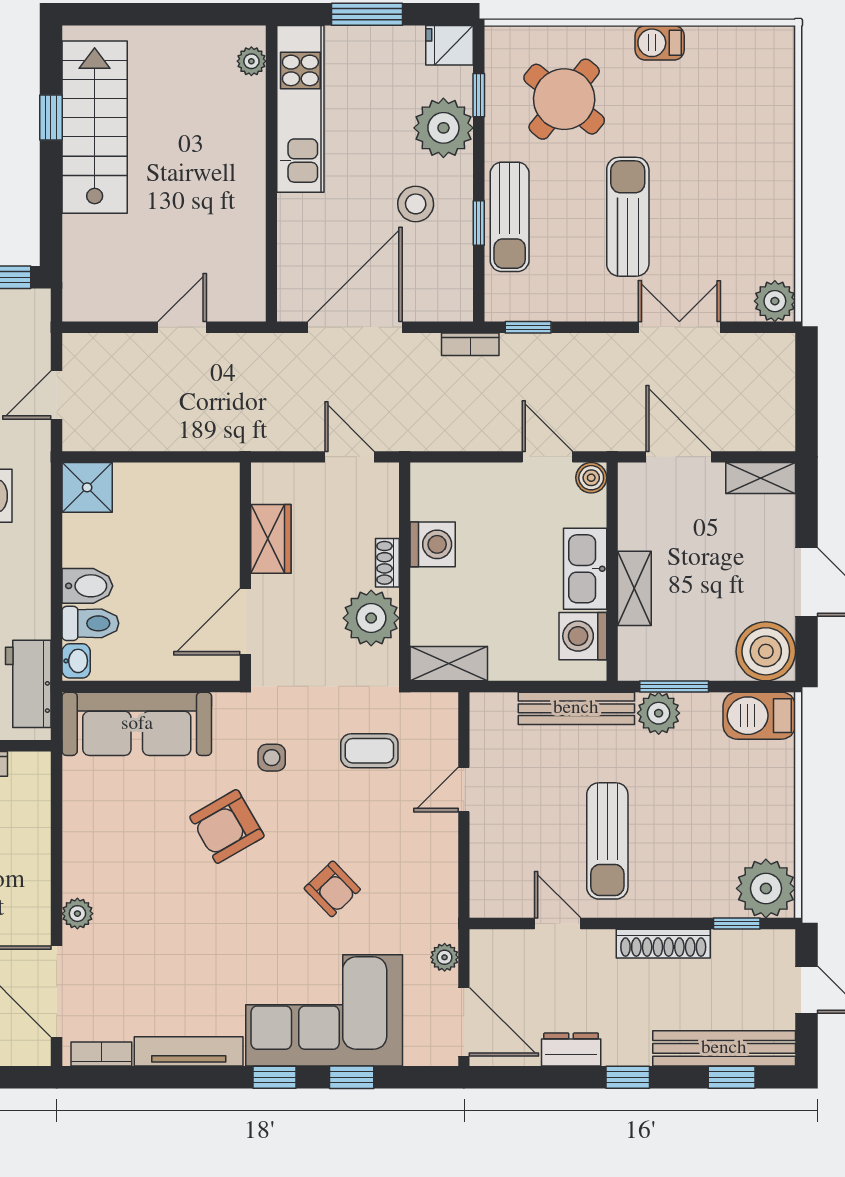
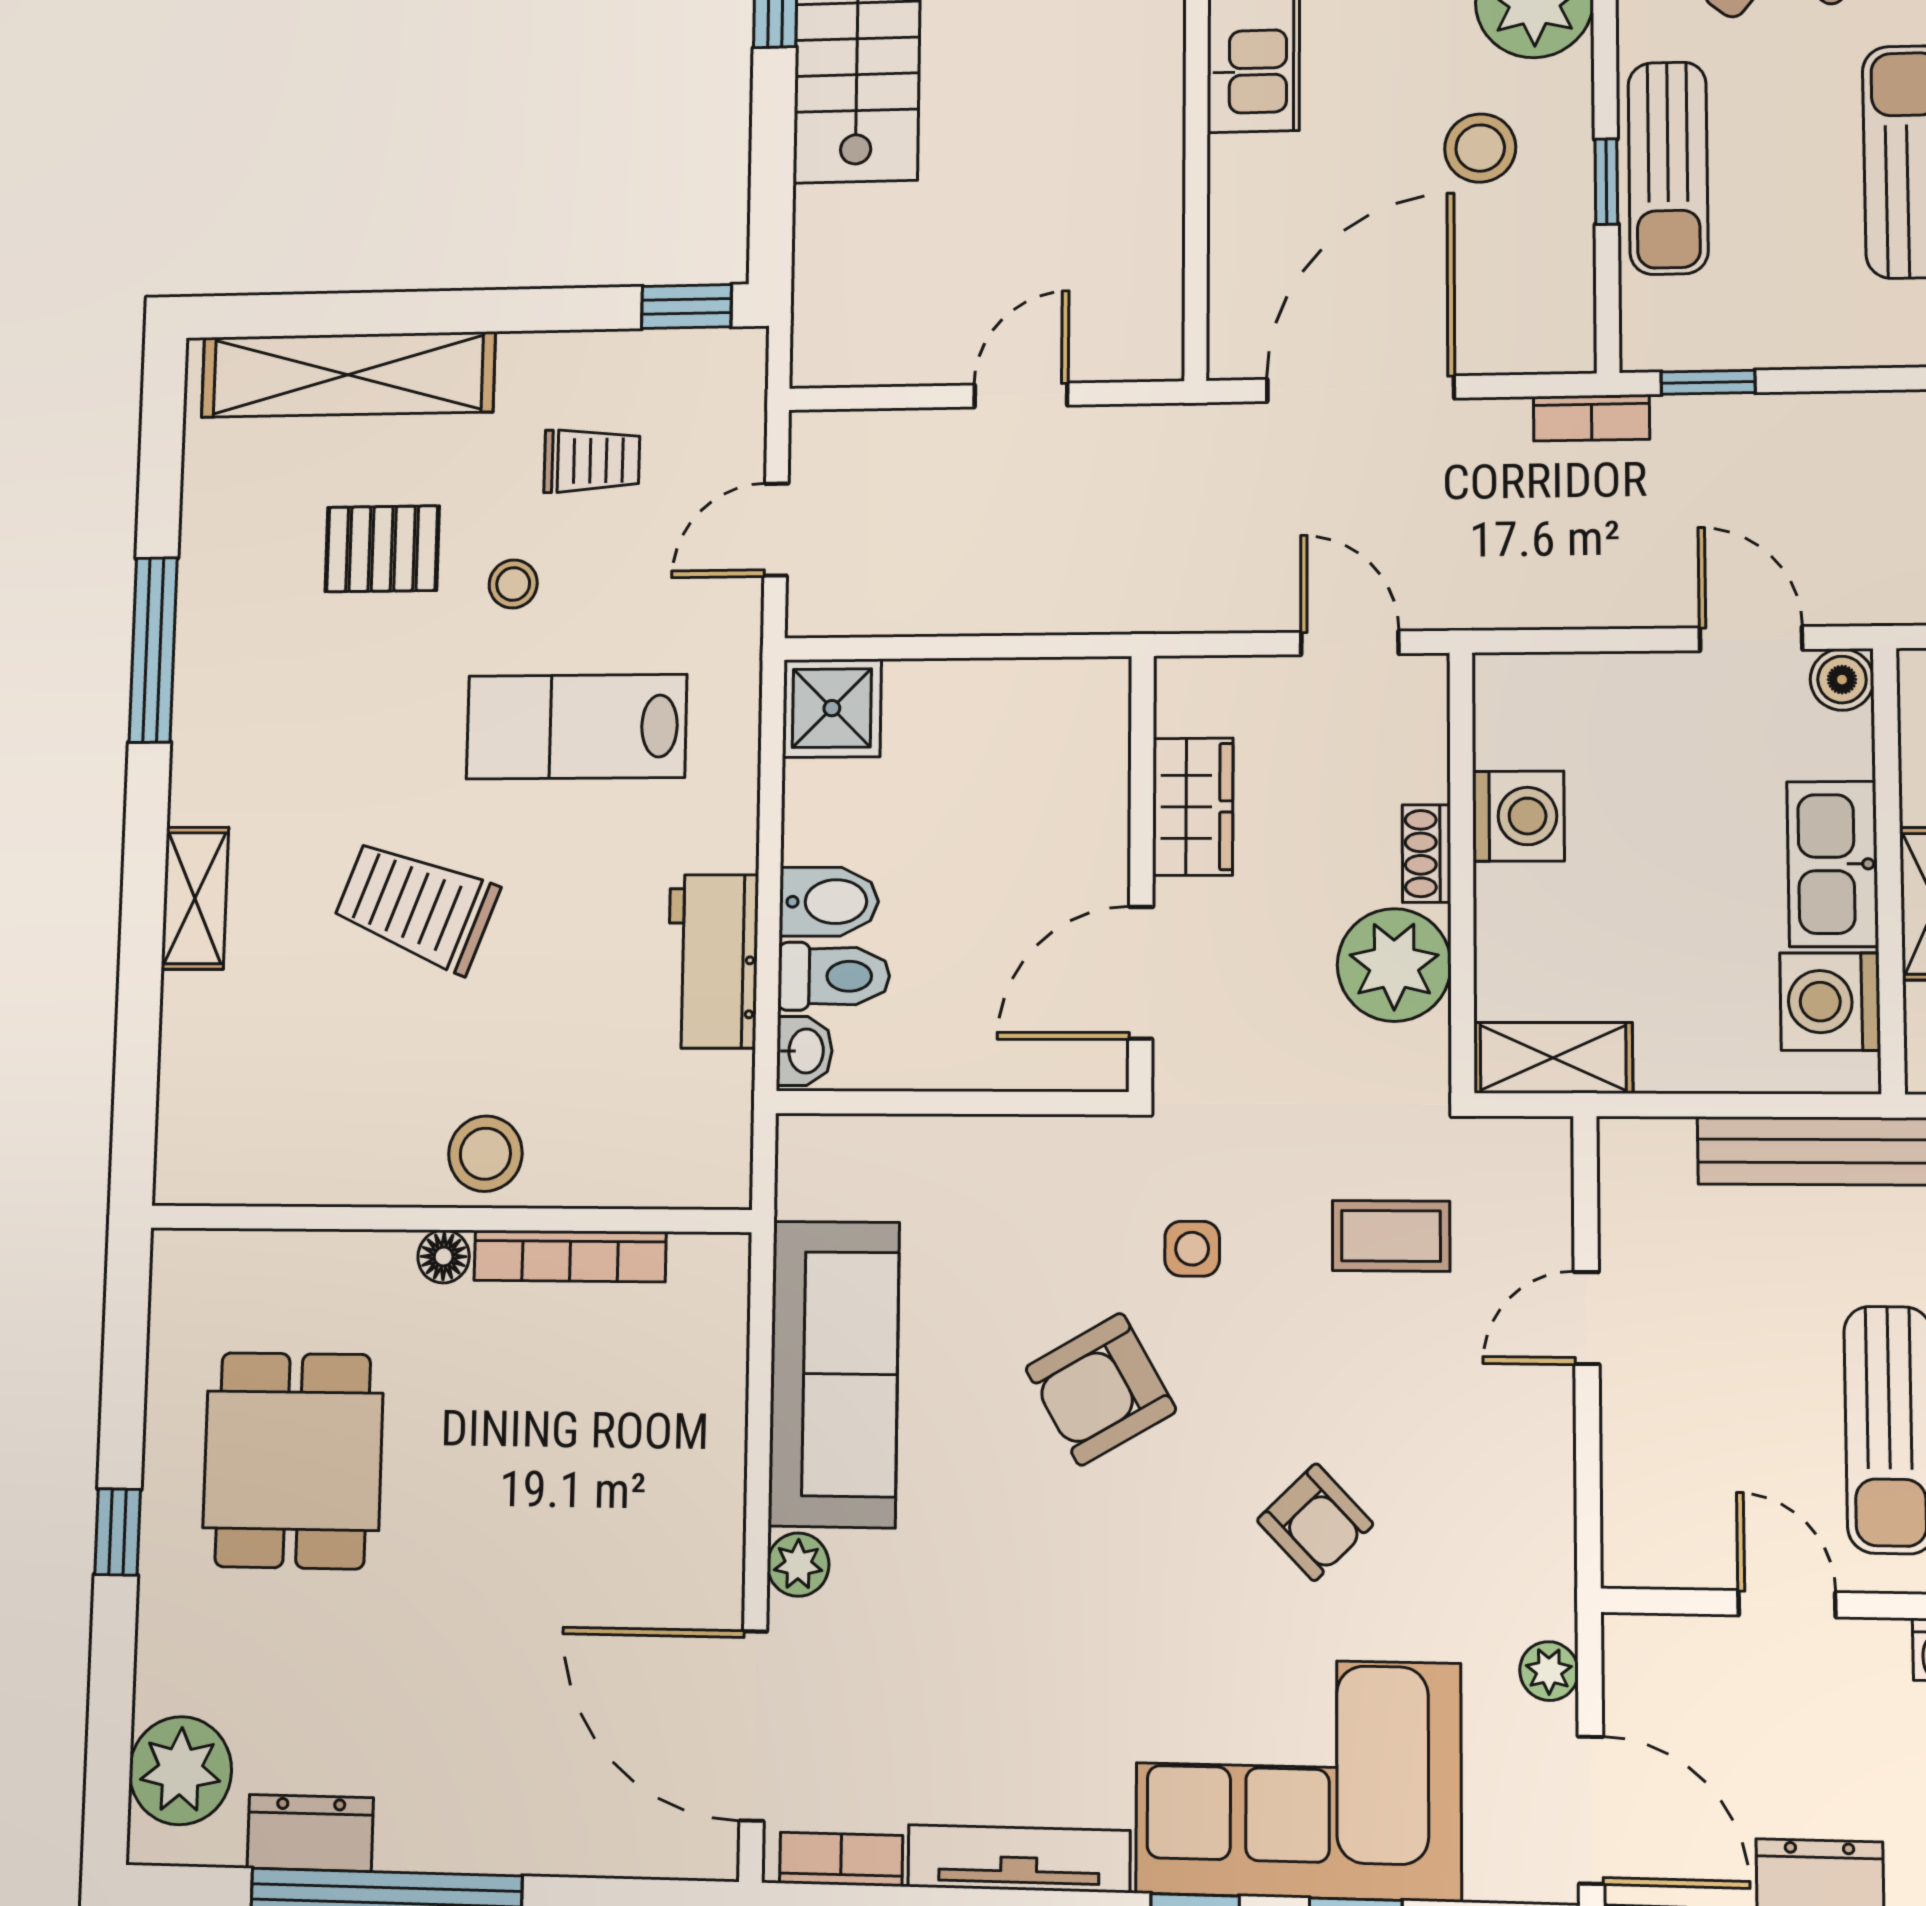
workbench: (28, 684) -> (713, 961), moved
sofa: (137, 724) -> (834, 1374), moved, turned -90

